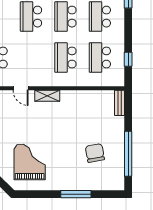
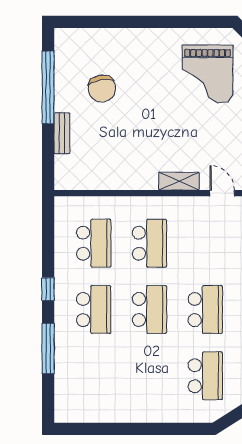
window: (128, 59) -> (48, 289), moved
bench: (119, 103) -> (62, 133), moved
window: (76, 194) -> (133, 22), removed

